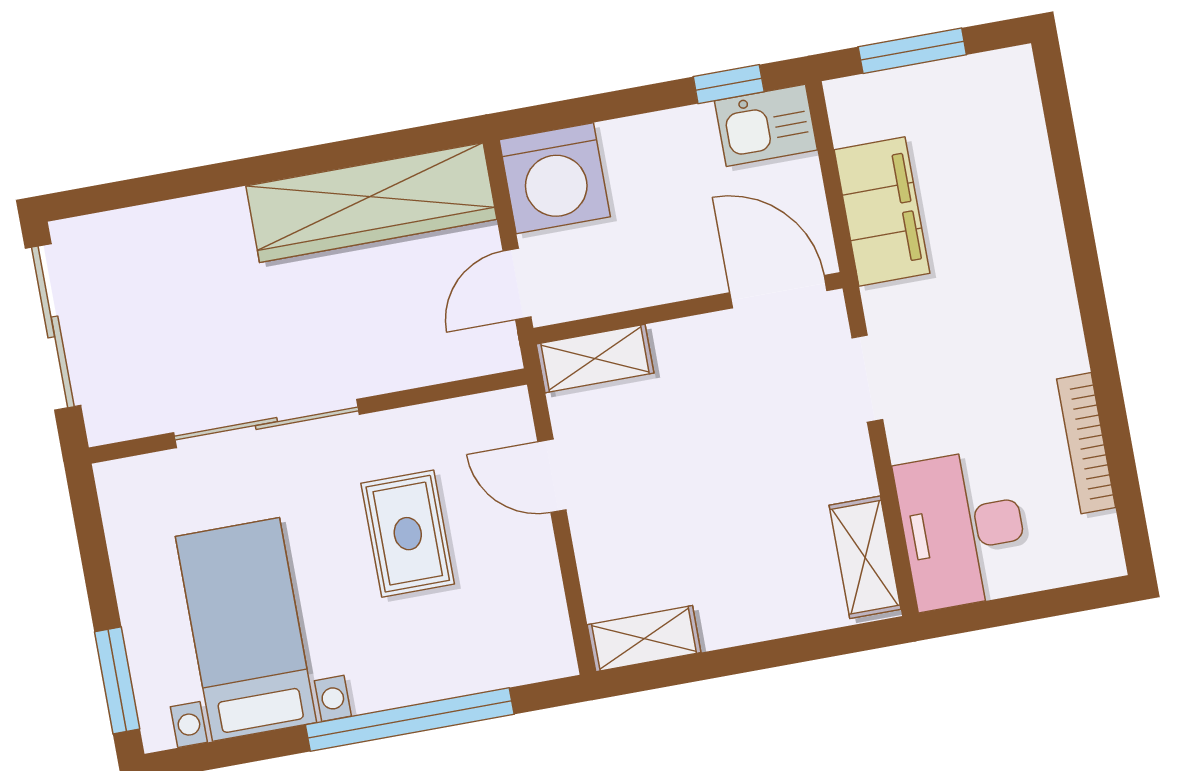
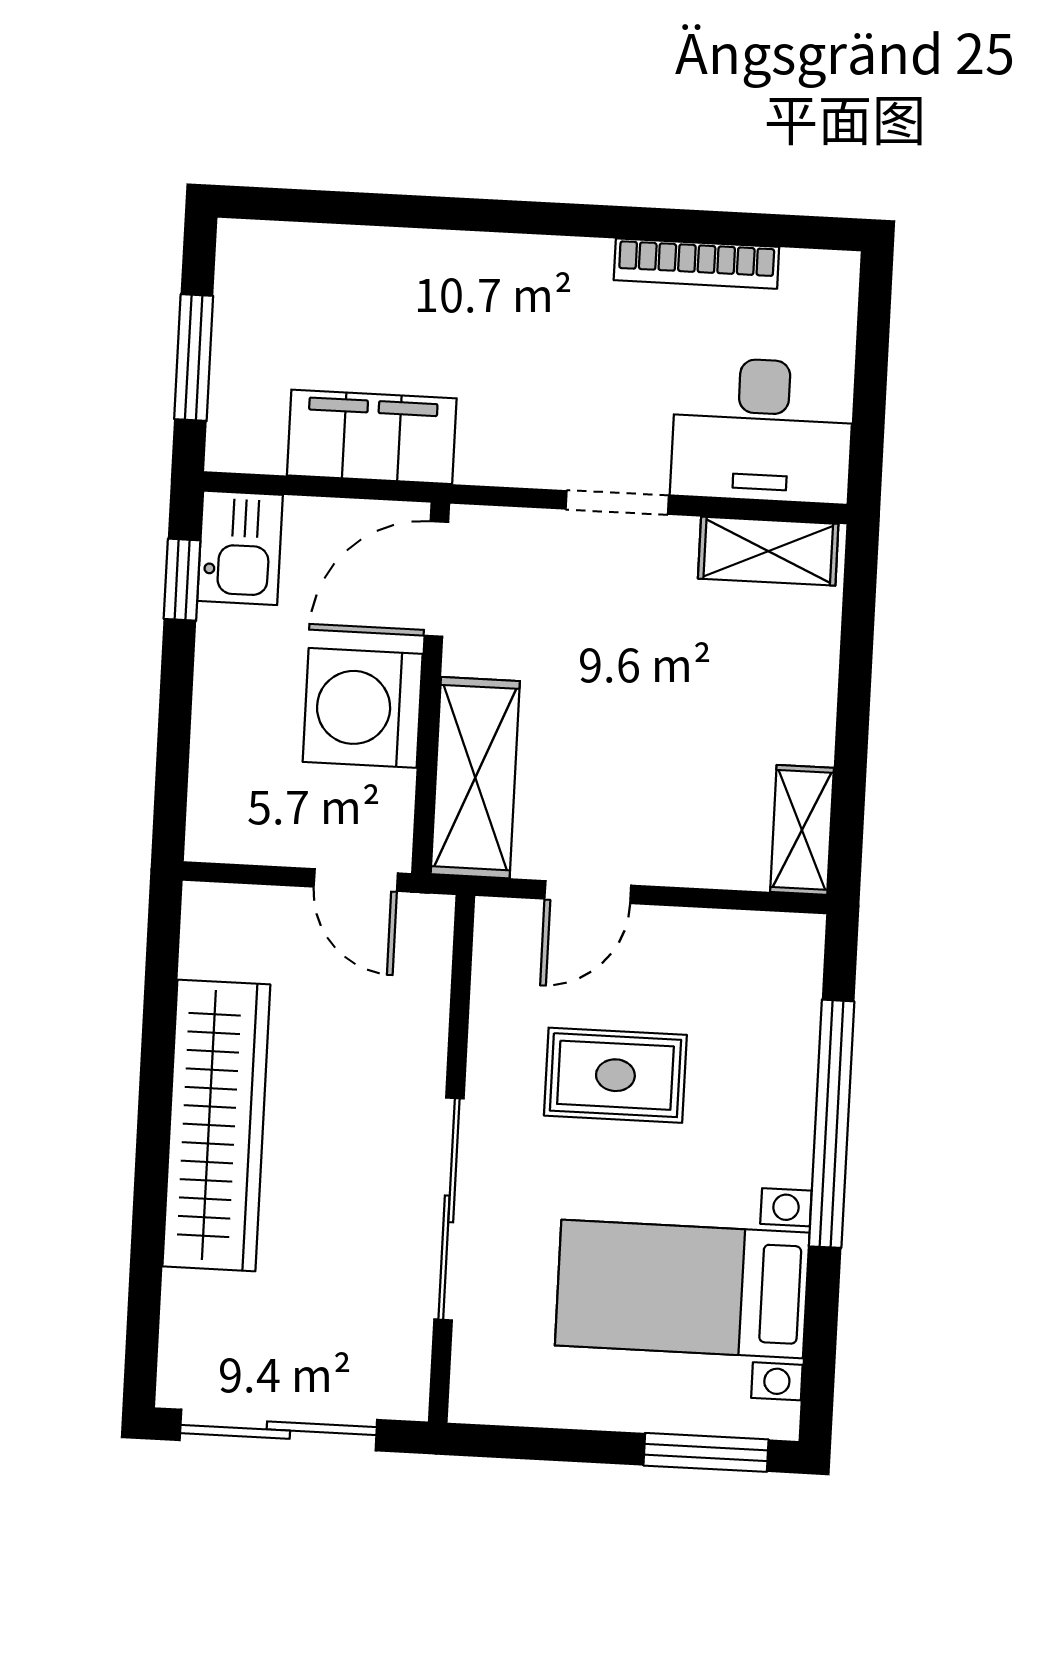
washing machine: (555, 178) -> (363, 708), moved, turned 180
wardrobe: (371, 203) -> (216, 1125), moved
shelving: (595, 359) -> (475, 778), width x1.50, depth x1.33
doorway: (867, 379) -> (617, 503), moved

